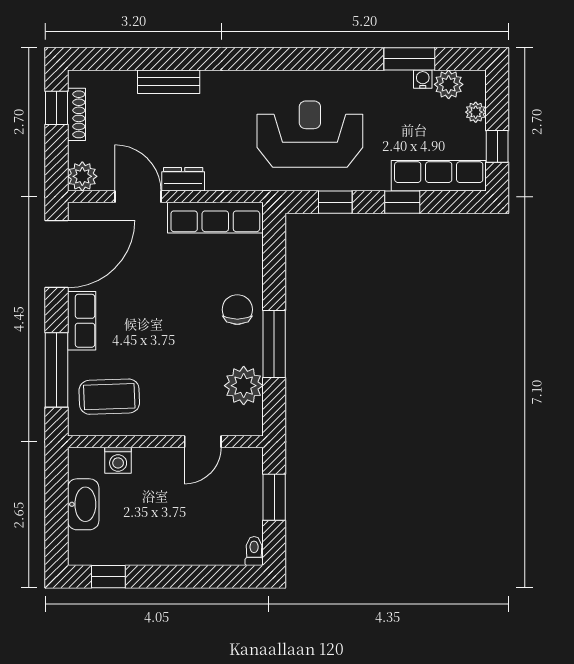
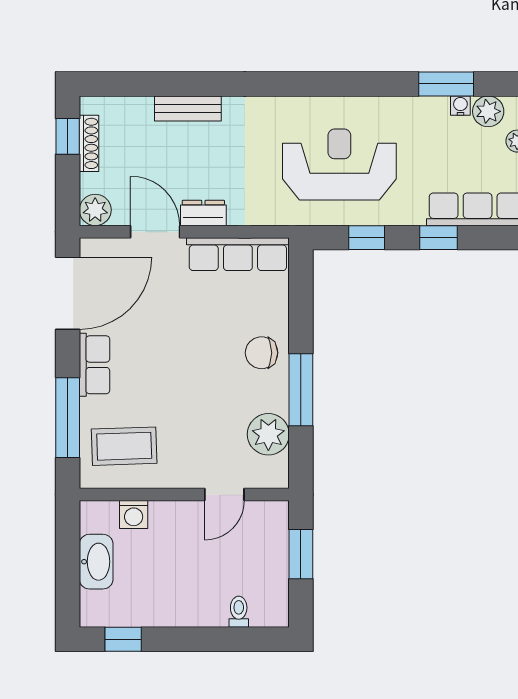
chair: (237, 310) -> (262, 353), turned -90
toilet: (254, 551) -> (239, 612), moved

